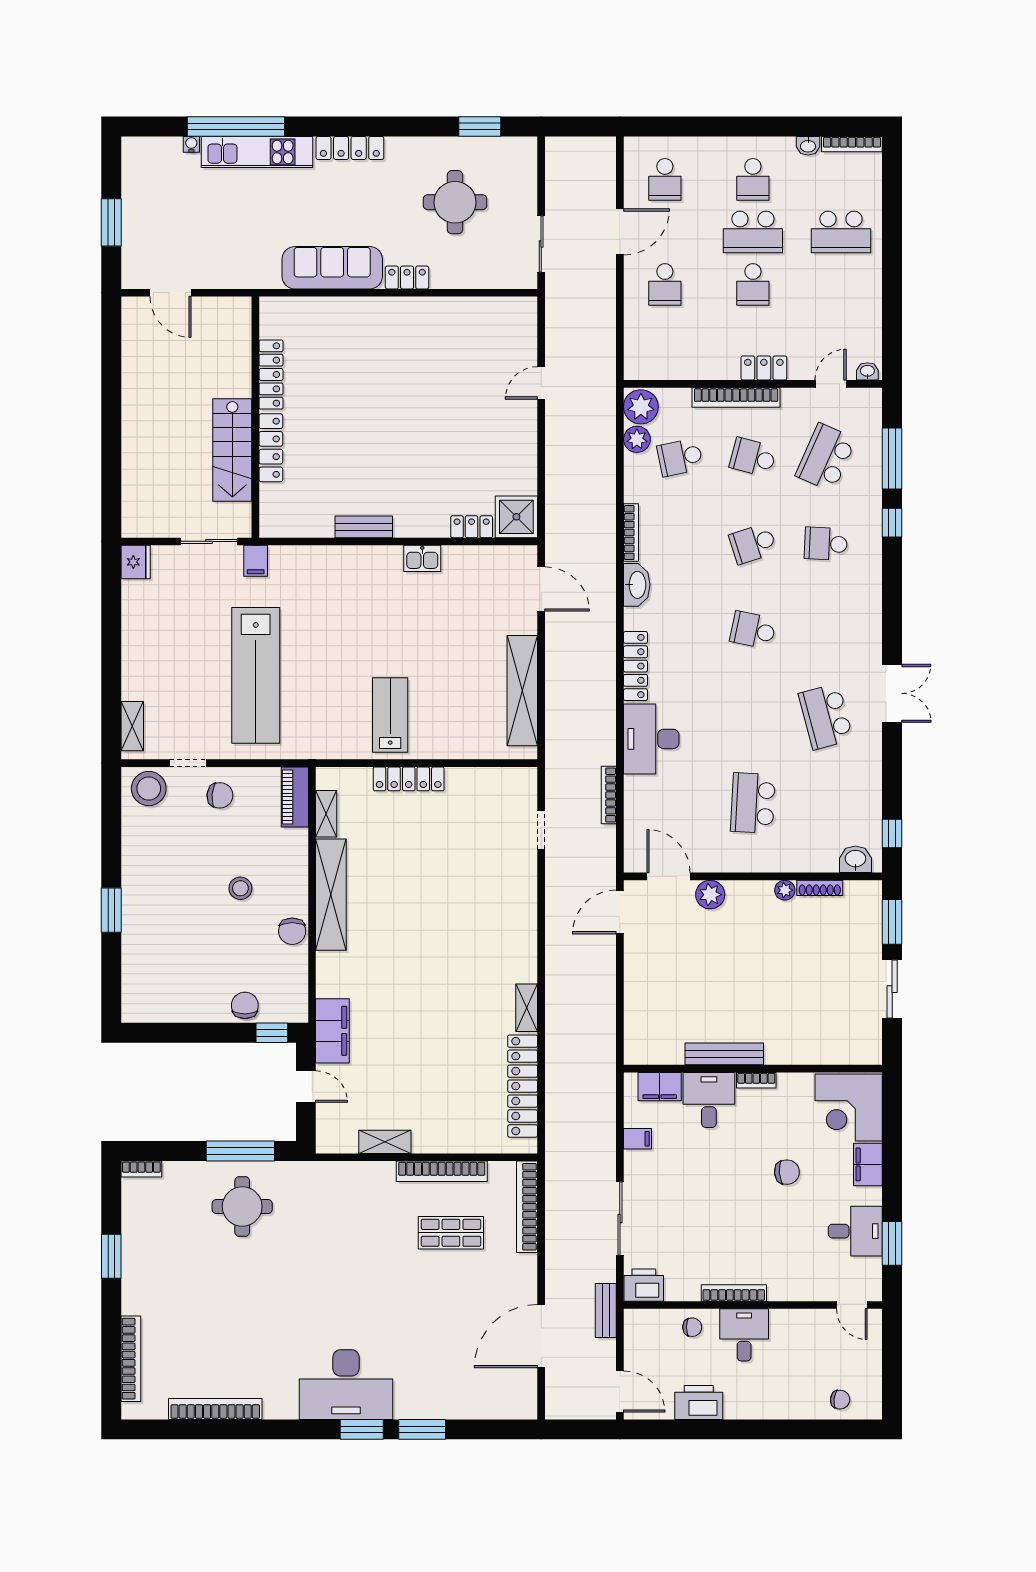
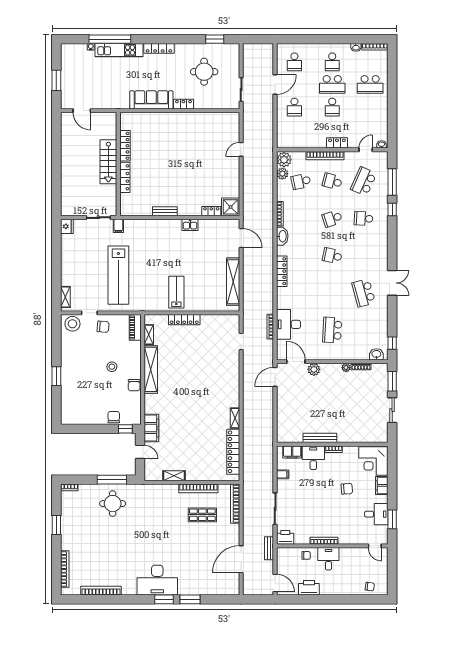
stairs: (232, 450) -> (108, 162), moved
desk: (651, 739) -> (289, 324), moved

